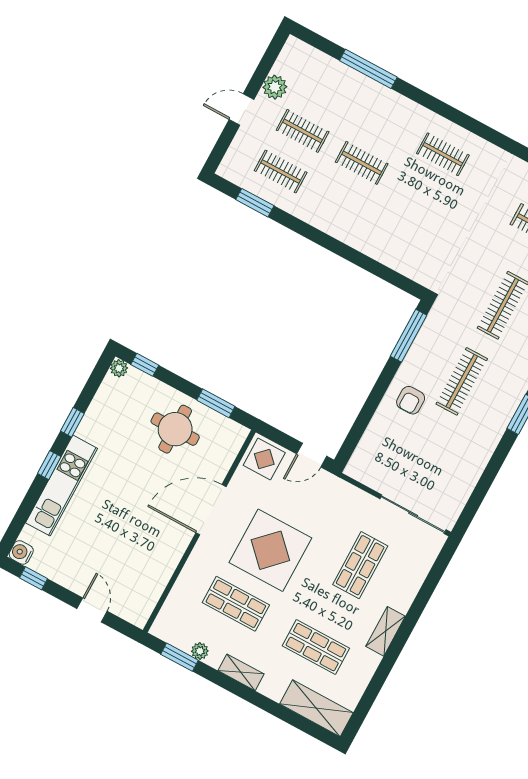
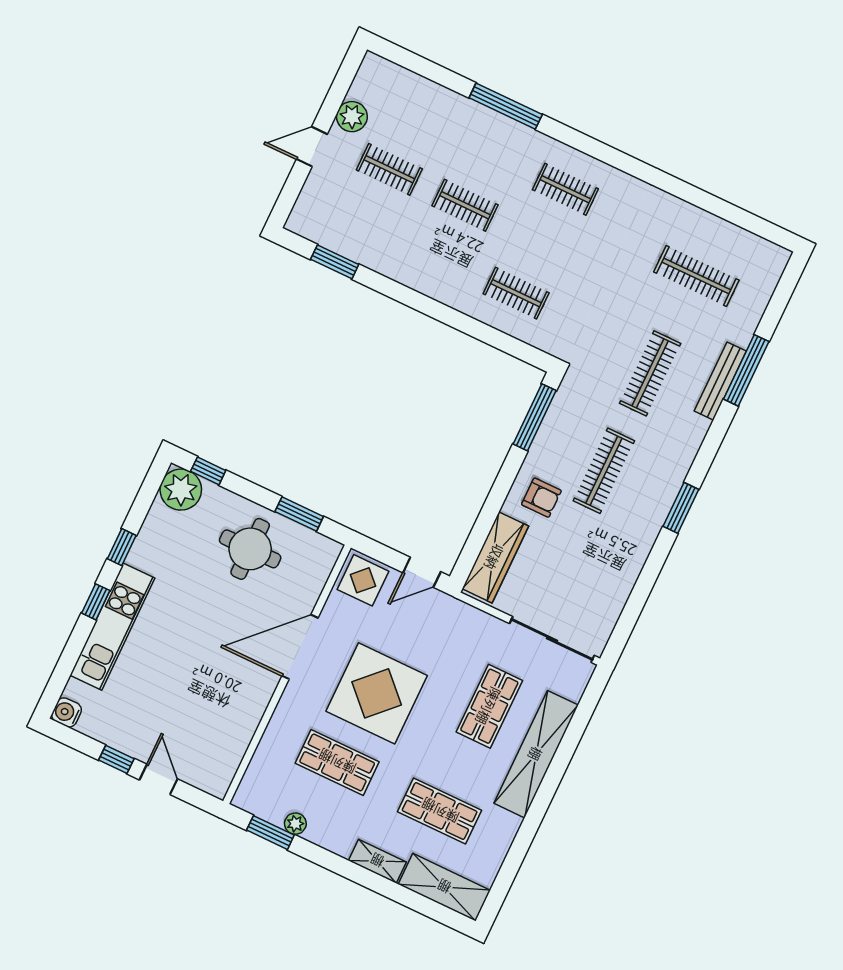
window: (368, 69) -> (506, 106), moved
clothes rail: (281, 171) -> (516, 293), moved
plant: (119, 368) -> (181, 490), width x1.88, depth x1.88
armchair: (411, 400) -> (541, 498), turned -90
wardrobe: (371, 446) -> (495, 557), added
window: (34, 578) -> (116, 759), moved
shelving: (386, 631) -> (536, 754), width x2.20, depth x1.33
shelving: (241, 672) -> (377, 861), moved

